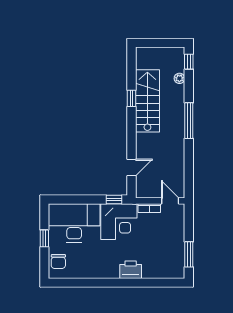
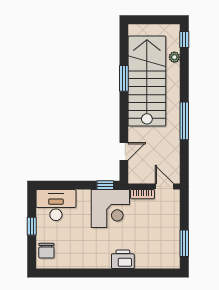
window: (132, 98) -> (124, 78), width x1.50
stairs: (147, 101) -> (147, 81), width x1.36, depth x1.51
window: (189, 121) -> (184, 121), moved
desk: (74, 223) -> (56, 205), width x0.73, depth x0.77

